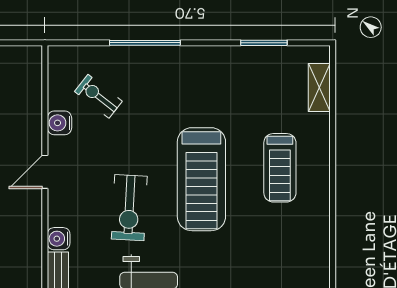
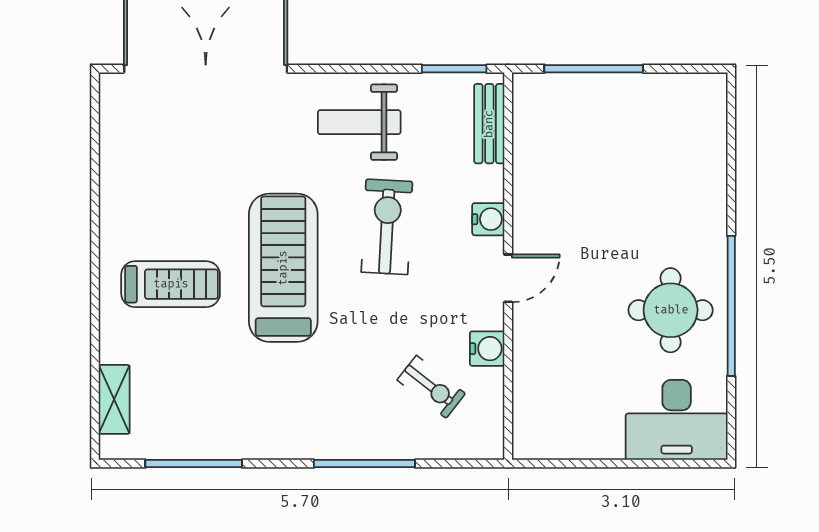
window: (264, 43) -> (194, 464), width x1.44
treadmill: (280, 168) -> (171, 284), turned 90
water cooler: (59, 239) -> (488, 219), moved

